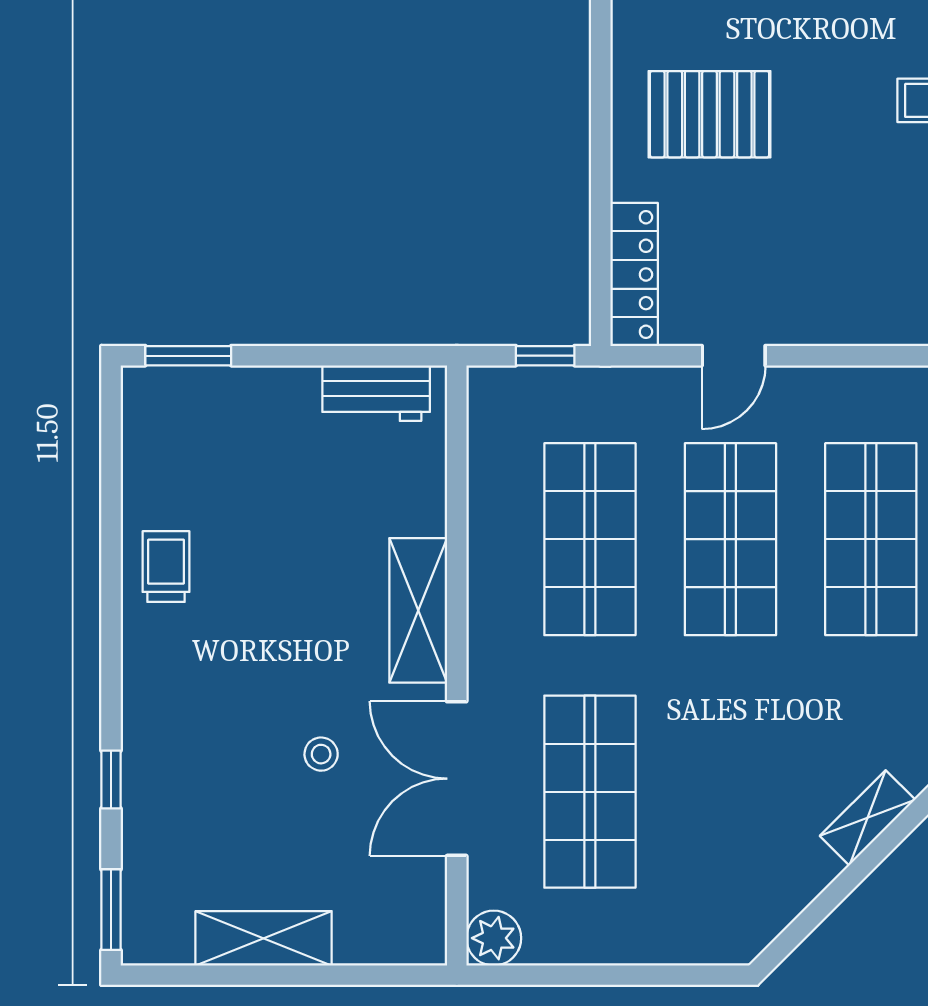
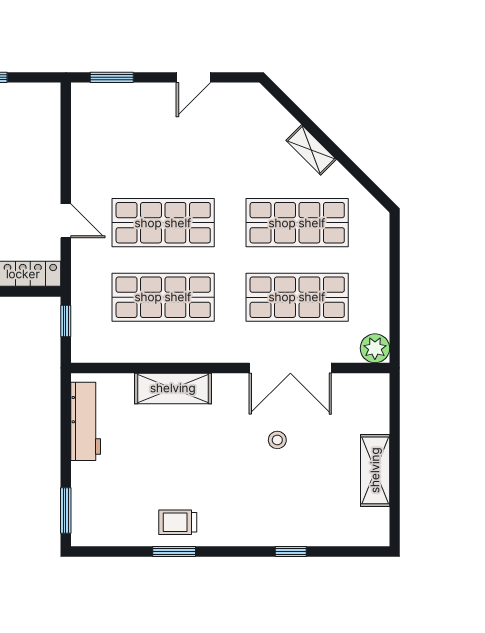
workbench: (376, 393) -> (86, 421), width x1.38
shop shelf: (871, 539) -> (297, 223), moved
shelving: (418, 610) -> (173, 388), moved
window: (111, 910) -> (174, 551), moved

